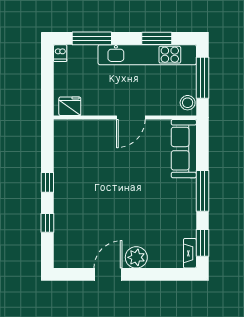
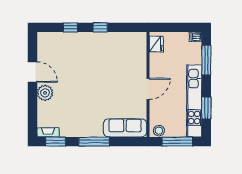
door: (131, 117) -> (148, 89), swing flipped

